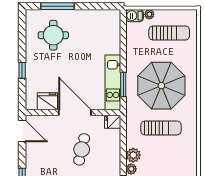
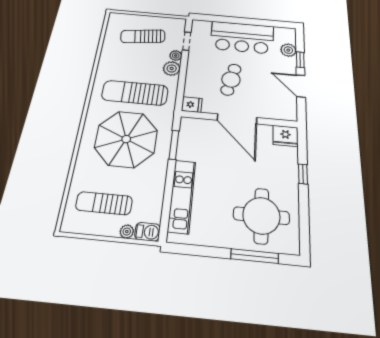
round table: (53, 35) -> (261, 216), width x1.36, depth x1.36
kitchen unit: (113, 82) -> (182, 196), moved
fridge: (47, 101) -> (285, 136), moved
sun lounger: (161, 128) -> (135, 93), width x1.36, depth x1.34
door: (22, 131) -> (301, 86), moved

